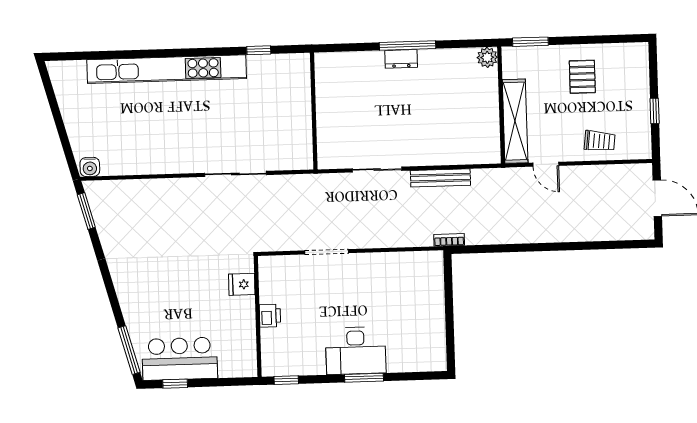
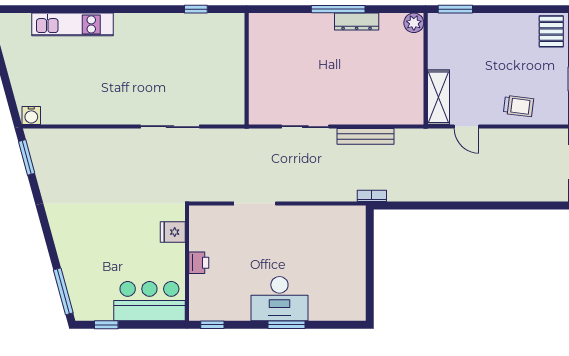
dresser: (401, 59) -> (357, 22), moved, width x1.44
kitchen unit: (167, 69) -> (73, 24), width x0.54
pallet: (582, 77) -> (551, 31), moved
shelving: (515, 121) -> (438, 97), width x0.68
bar counter: (180, 359) -> (149, 301), moved

